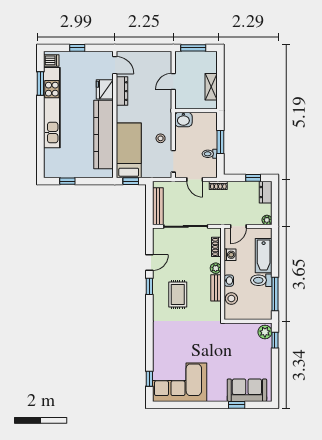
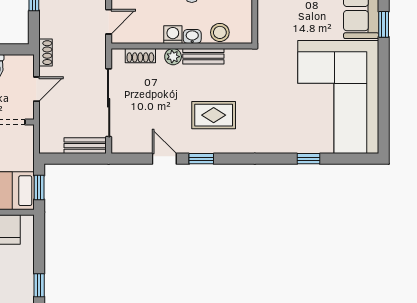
bench: (158, 206) -> (85, 146), width x0.73
door: (238, 226) -> (109, 22), hinge flipped
washing machine: (230, 255) -> (173, 35), moved
window: (149, 379) -> (309, 159), moved
corner sofa: (180, 382) -> (338, 97), width x1.36, depth x1.36

